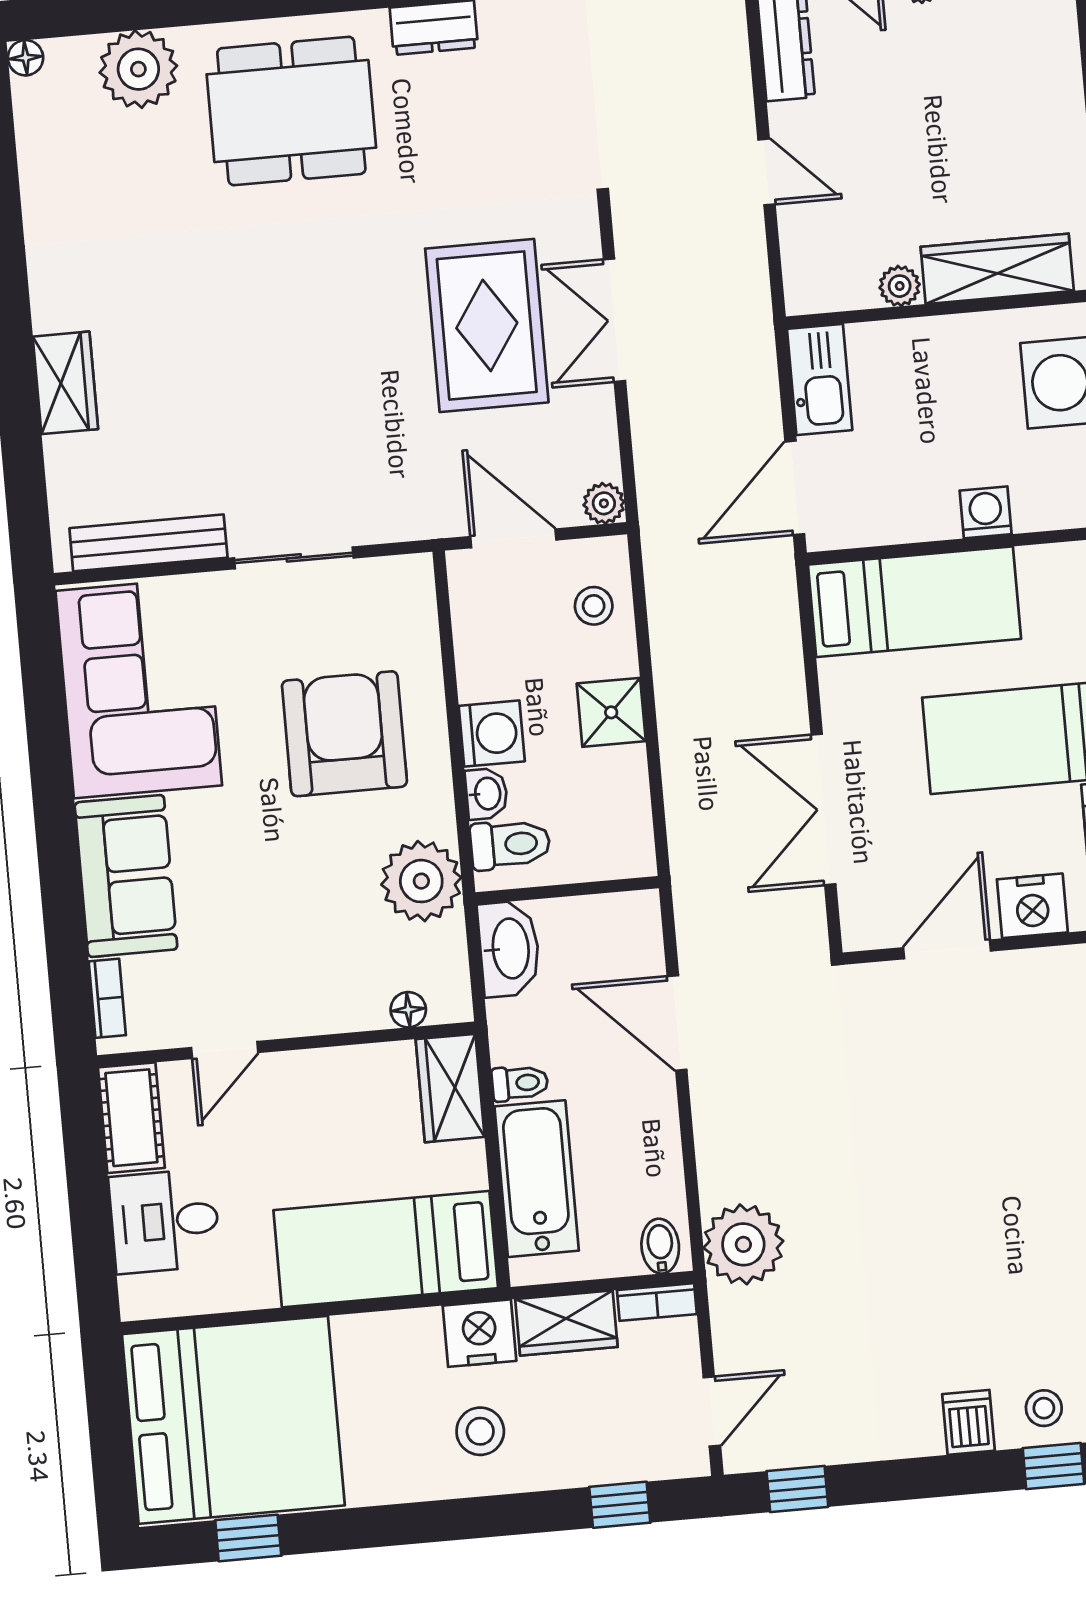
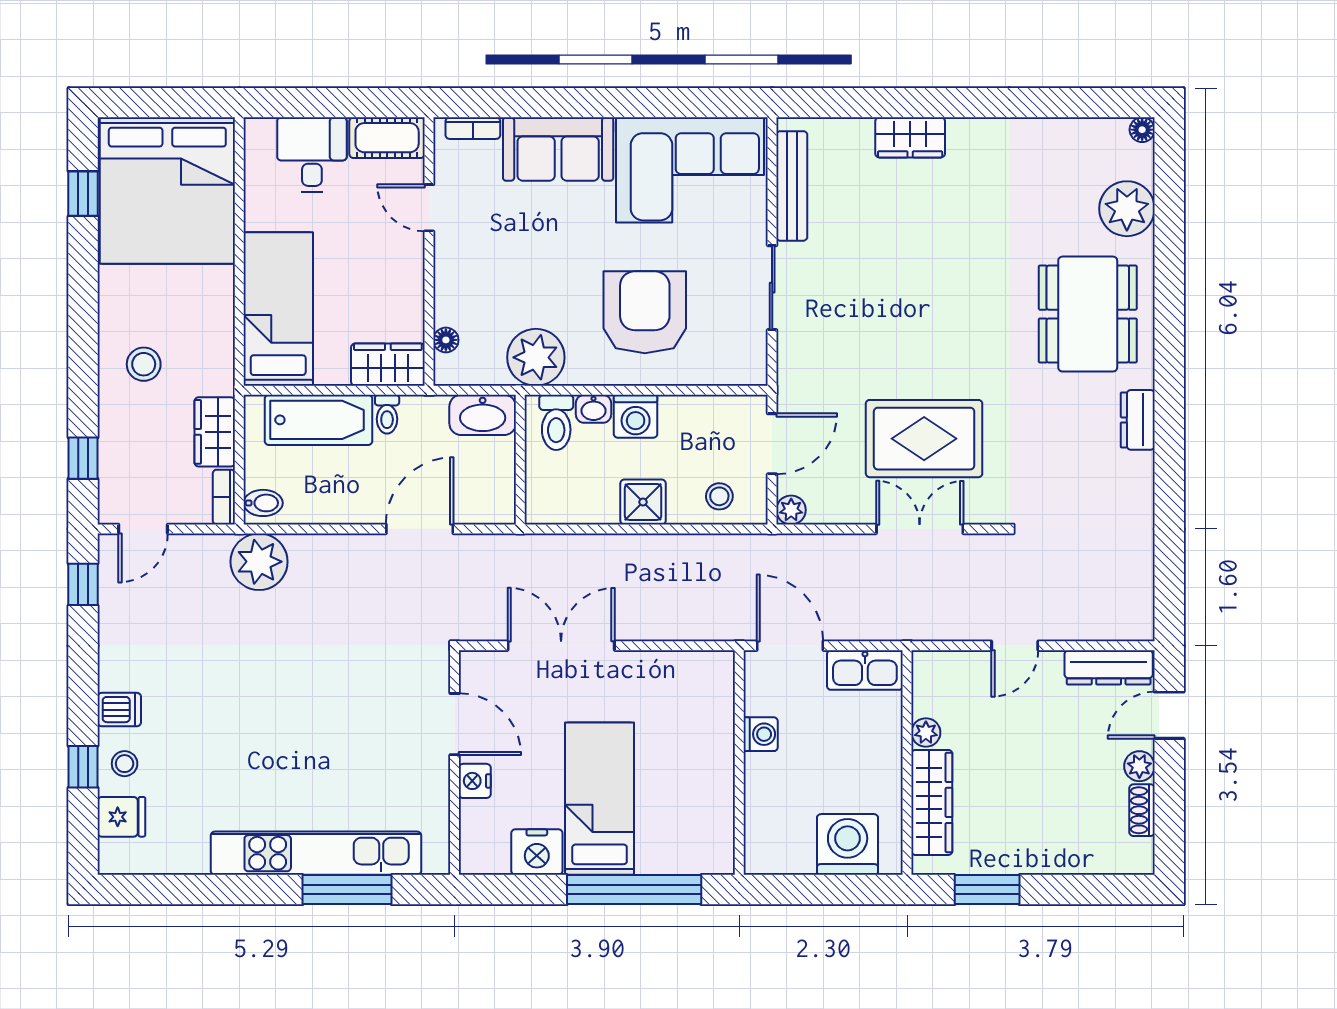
washing machine: (986, 512) -> (761, 734), moved
bed: (915, 602) -> (702, 723), removed
armchair: (344, 734) -> (645, 312), turned -90
nightstand: (1032, 906) -> (475, 781), width x0.74, depth x0.75
nightstand: (480, 1333) -> (213, 370), removed
door: (712, 1411) -> (143, 529), hinge flipped

